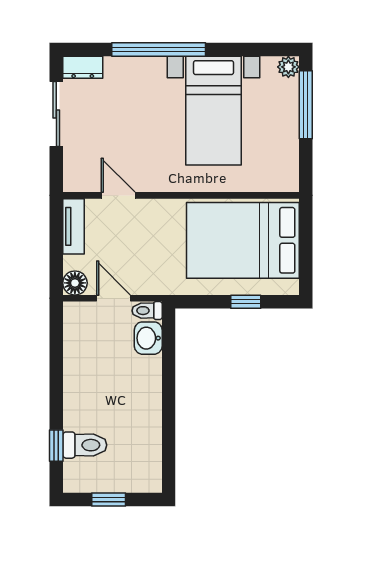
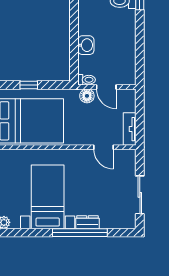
dresser: (83, 67) -> (87, 222), moved
floor lamp: (75, 283) -> (87, 96), moved
washbasin: (148, 338) -> (86, 45), moved

